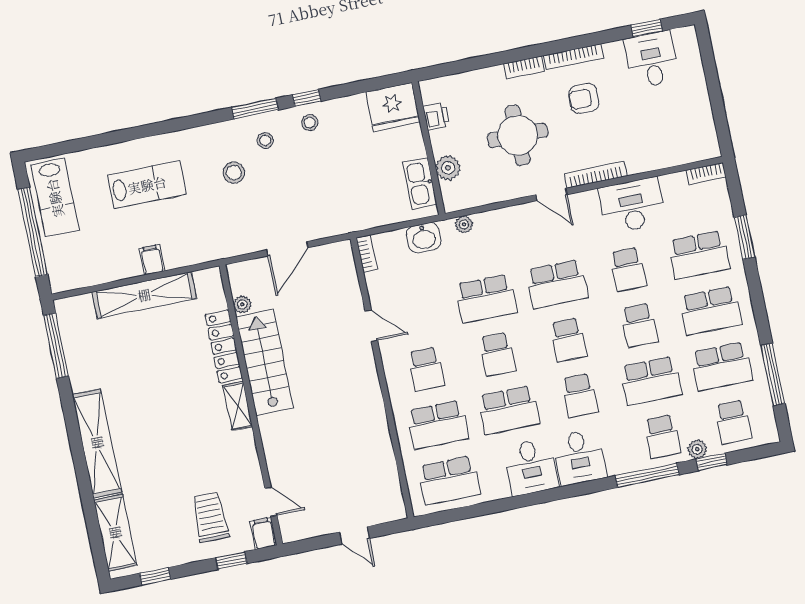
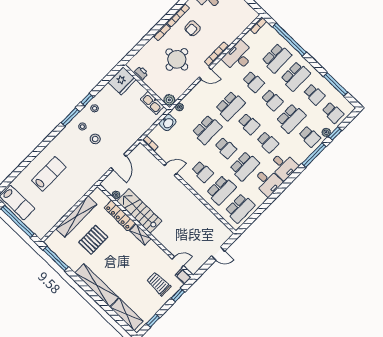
plant: (448, 168) -> (169, 100), moved
stool: (234, 173) -> (95, 139), moved
window: (744, 237) -> (289, 39), width x2.11
filing cabinet: (152, 260) -> (70, 201), removed
pallet: (147, 358) -> (93, 240), added
school desk: (722, 366) -> (314, 94), width x0.54

